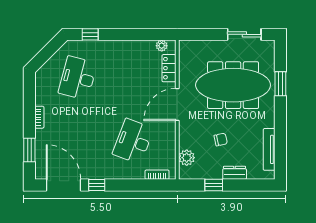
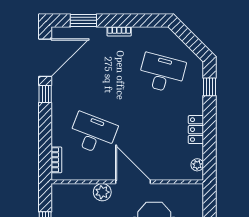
locker: (169, 68) -> (196, 130), moved, turned -90
plant: (187, 158) -> (102, 192), moved

